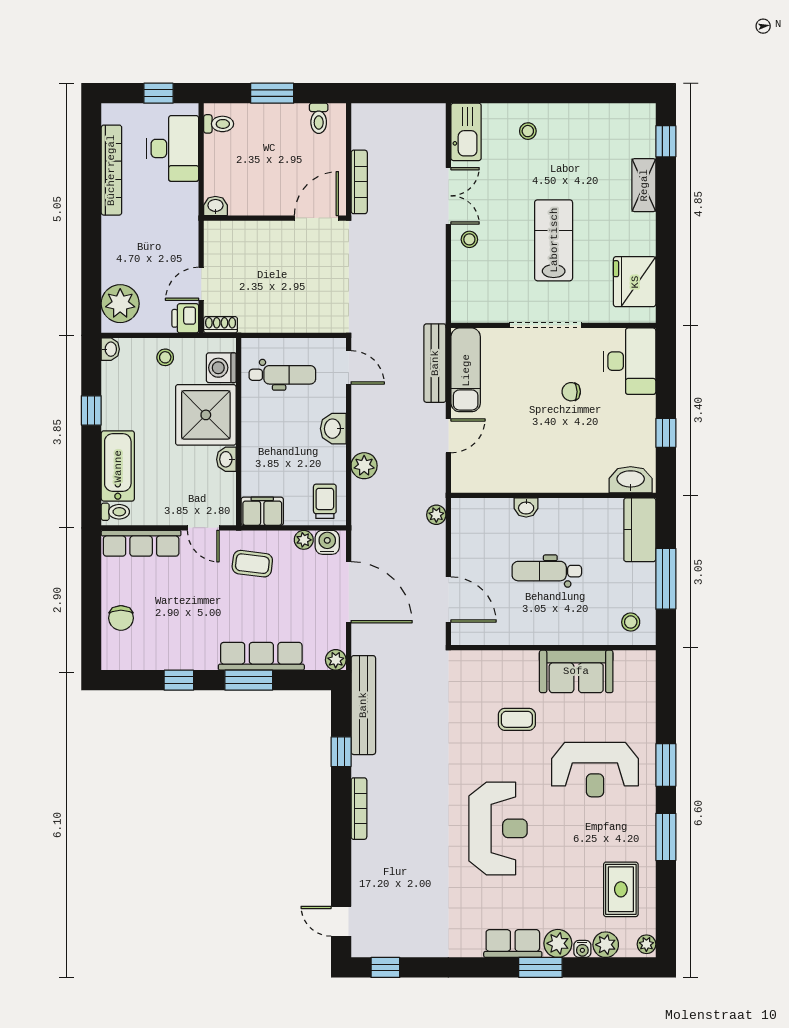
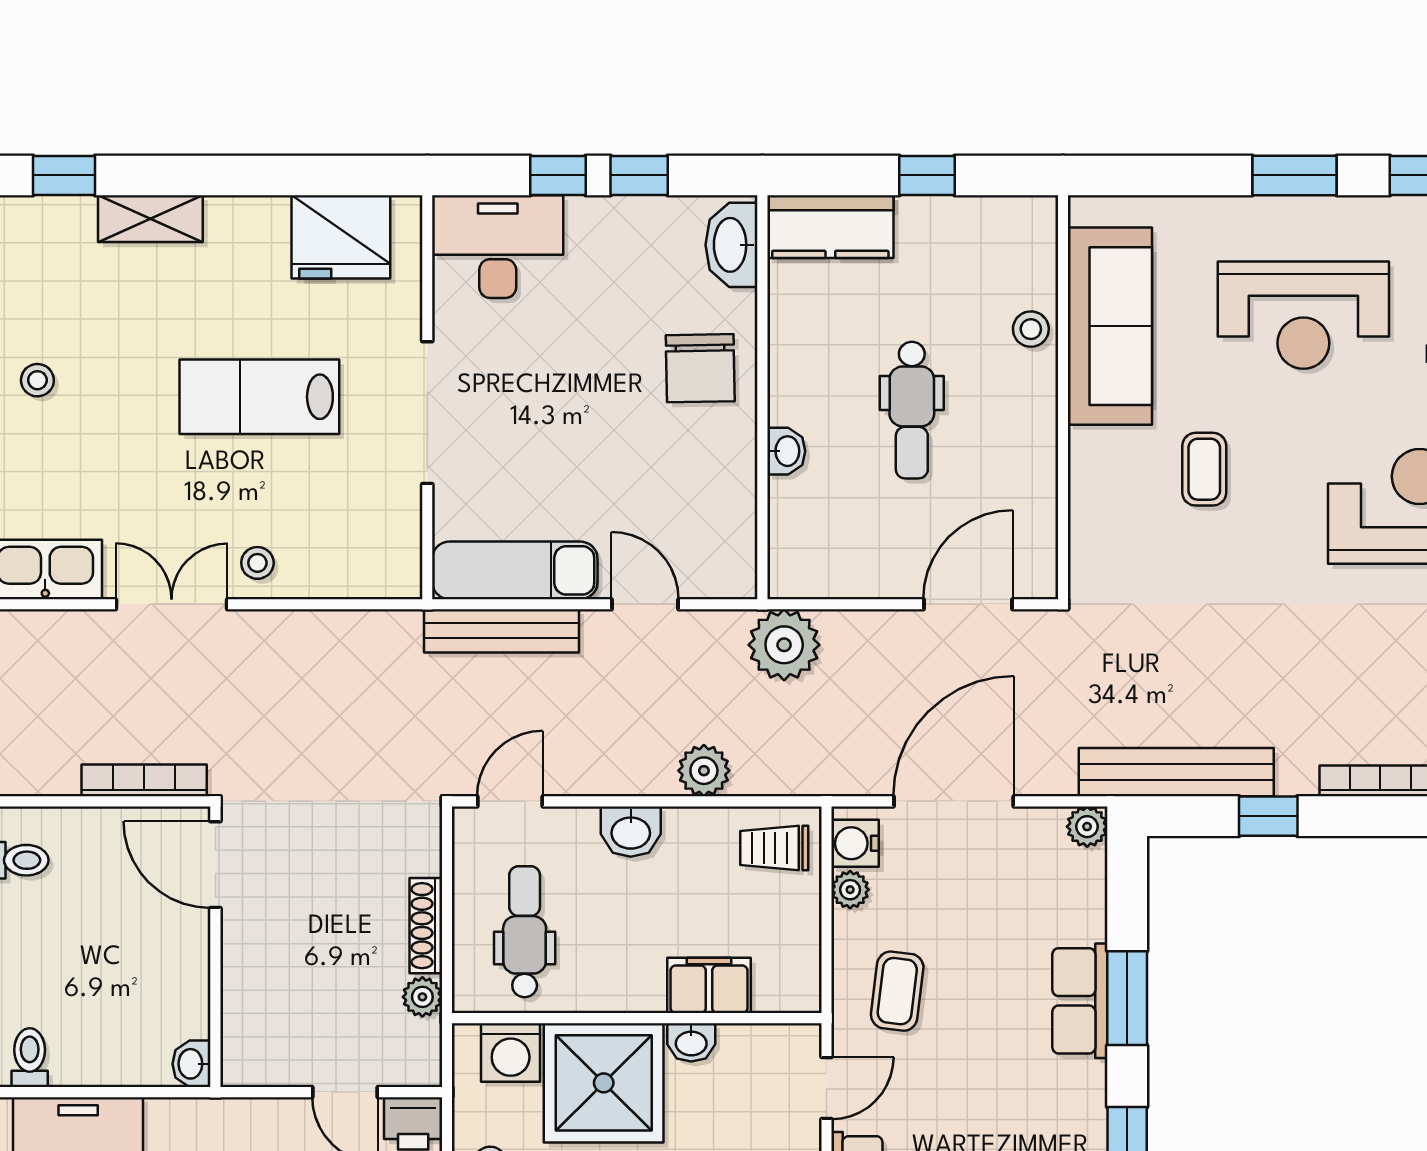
stool: (528, 131) -> (37, 380), moved
plant: (249, 323) -> (422, 997), added
shoe rack: (221, 325) -> (426, 926), moved, width x1.43
chair: (571, 392) -> (700, 368), moved, width x1.87, depth x1.87
window: (666, 392) -> (558, 175), added
filing cabinet: (262, 511) -> (709, 985), moved, turned 90
plant: (436, 515) -> (784, 645), width x1.88, depth x1.88
window: (666, 579) -> (927, 175), width x0.46
stool: (631, 622) -> (1031, 329), moved
row of seats: (261, 656) -> (1080, 1001), width x0.68
sofa: (576, 671) -> (1110, 326), width x1.36
reception desk: (595, 770) -> (1303, 315), turned 90

